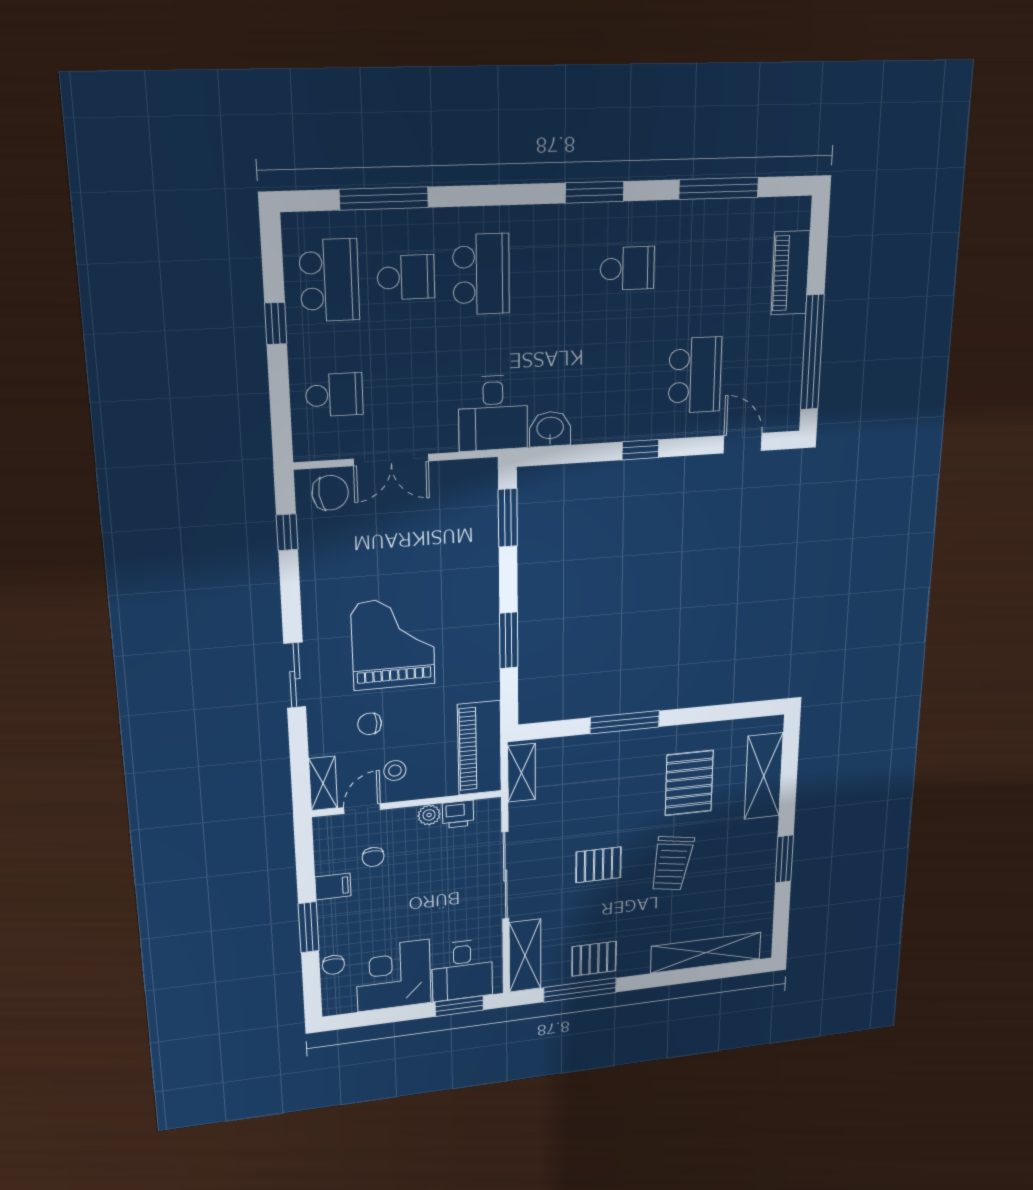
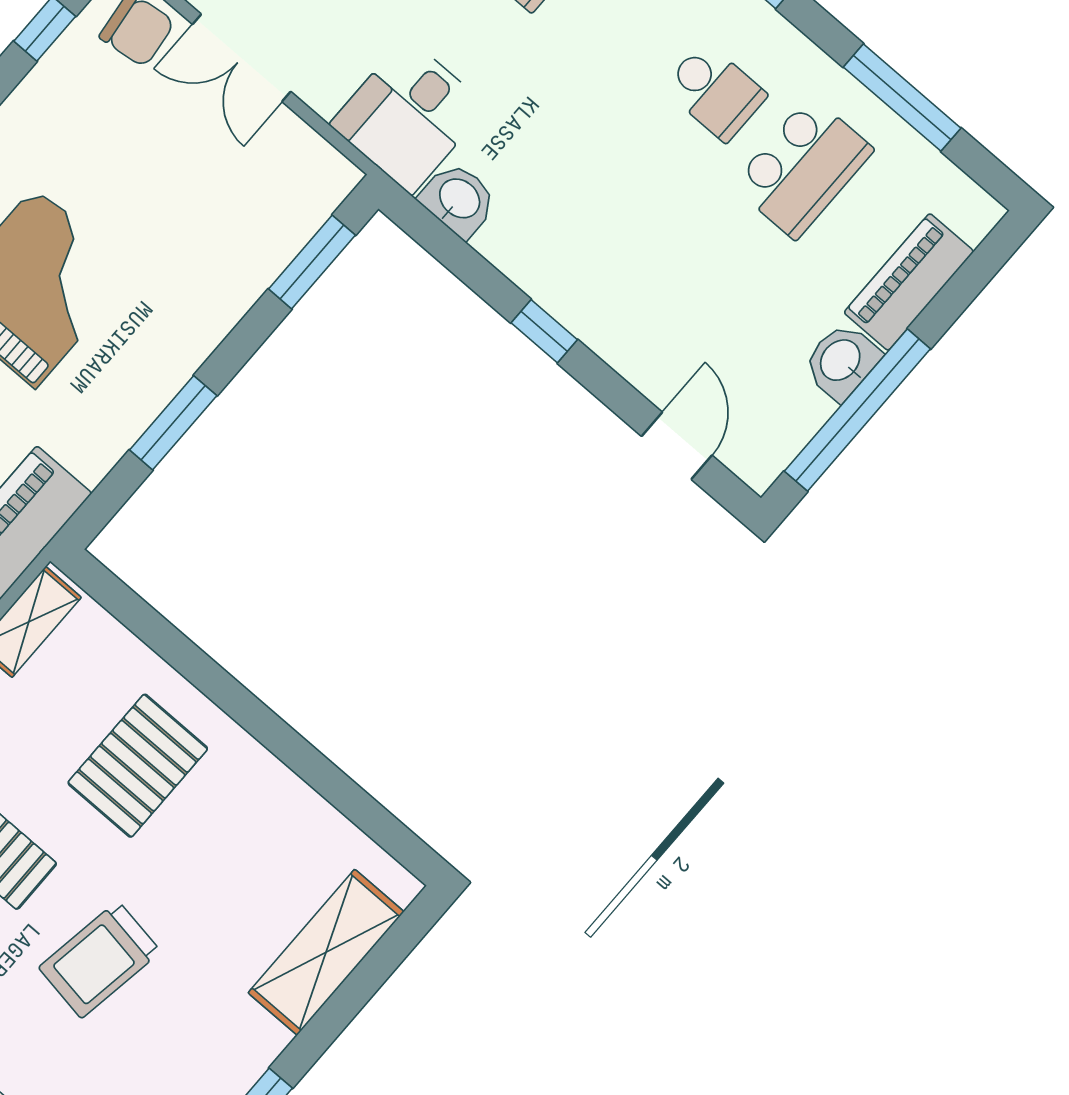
washbasin: (788, 338) -> (841, 361), added
school desk: (695, 375) -> (803, 168), moved
window: (625, 722) -> (216, 684), removed
pallet: (689, 783) -> (138, 766), moved

